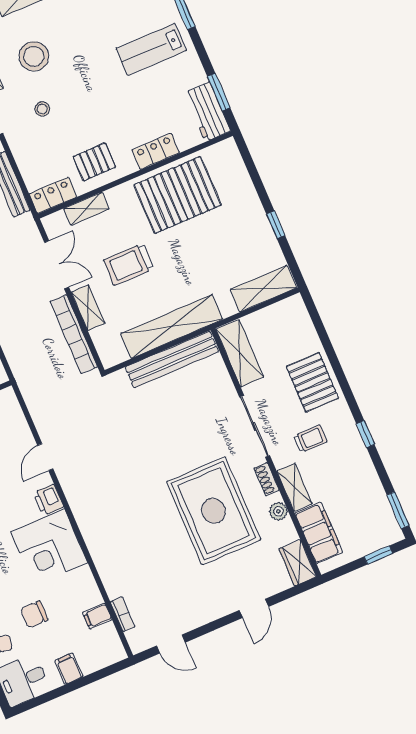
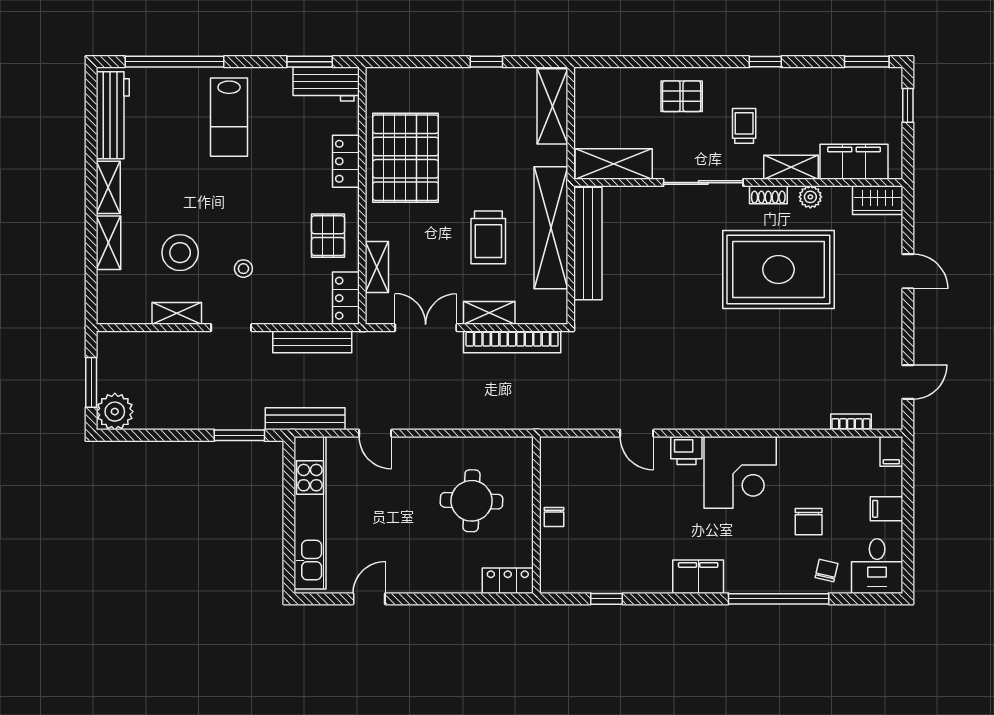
trolley: (129, 264) -> (488, 237), moved
pallet: (312, 382) -> (682, 96), width x0.67, depth x0.71
filing cabinet: (97, 616) -> (891, 451), moved

